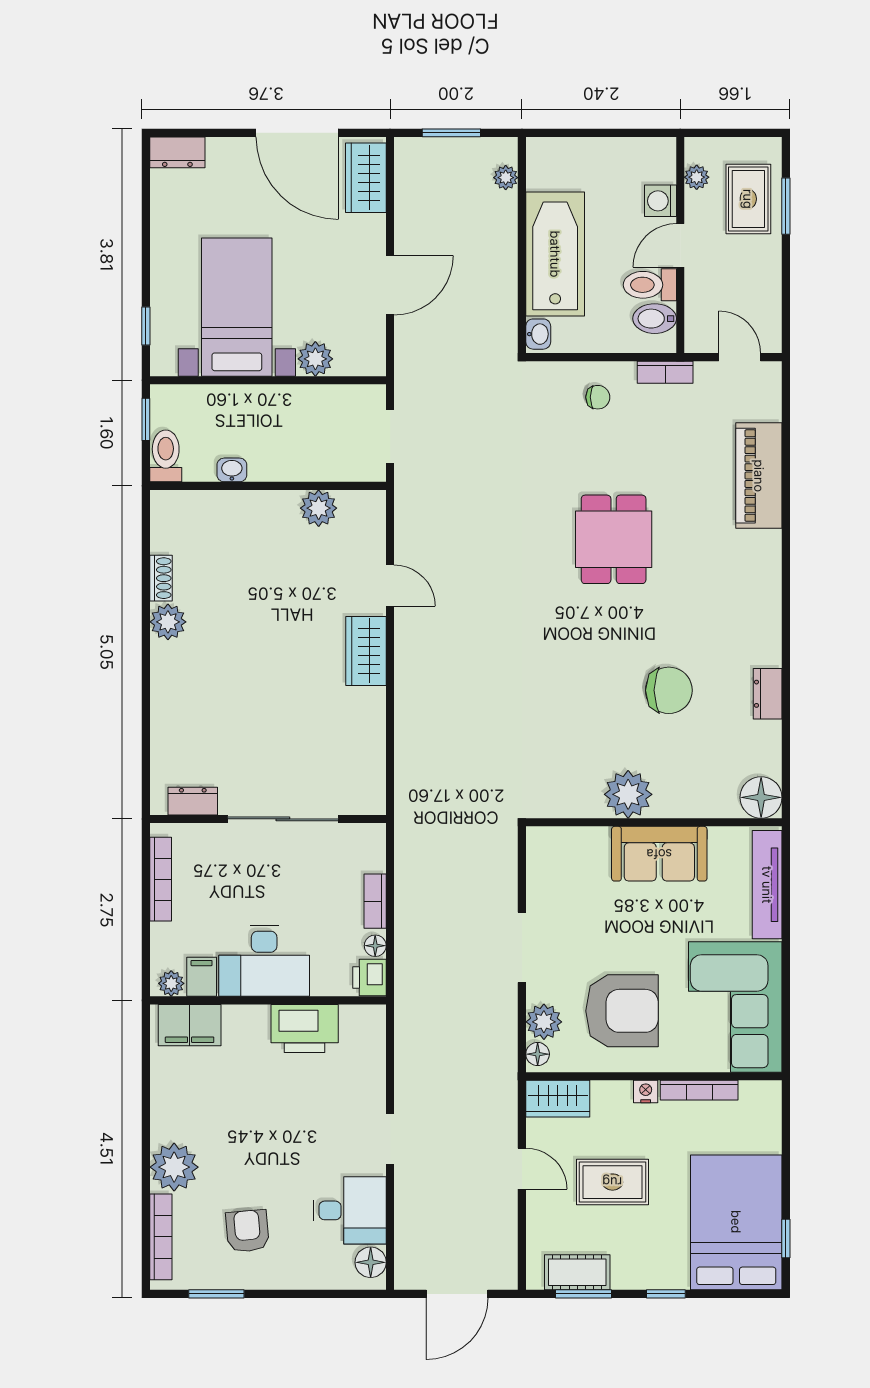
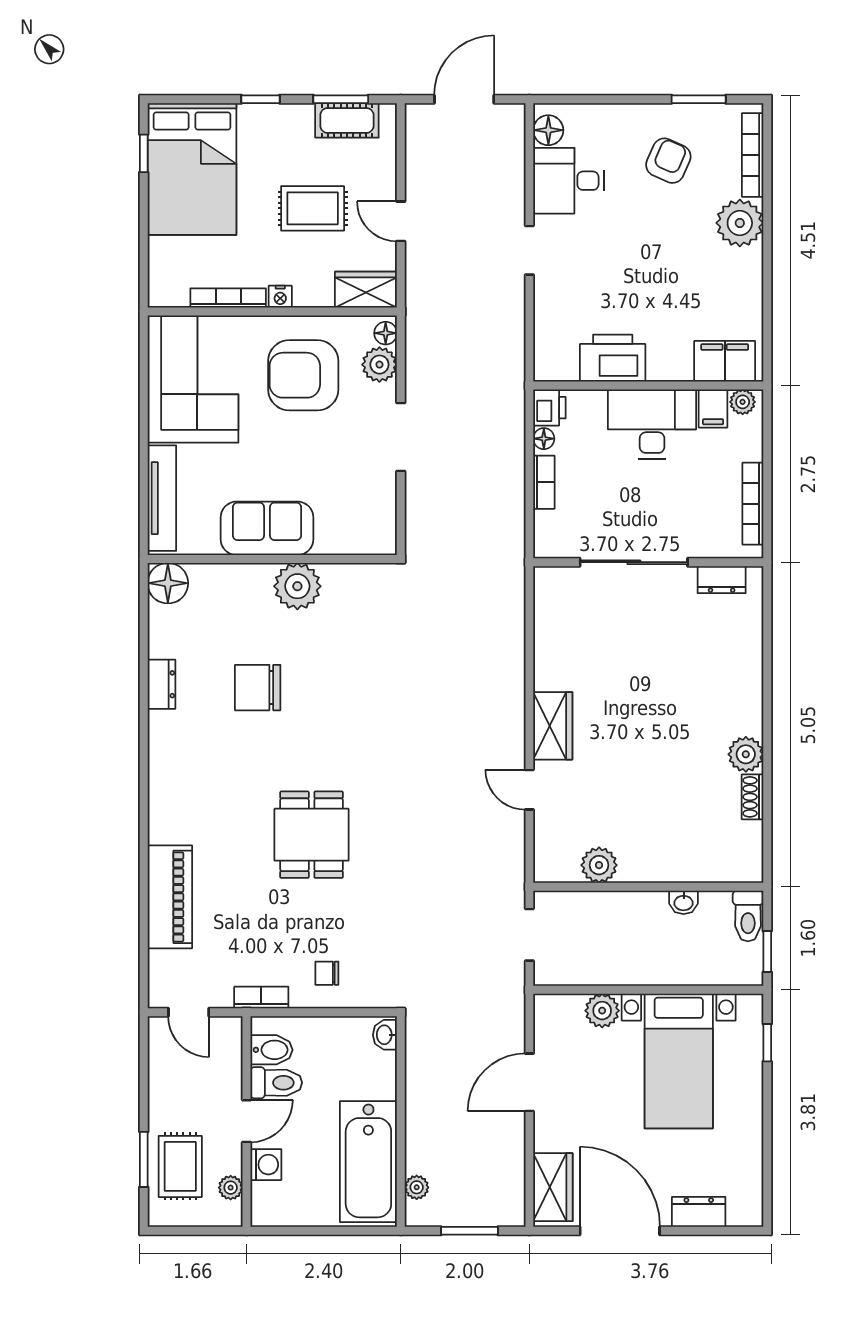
dresser: (177, 152) -> (699, 1212), moved
bathtub: (555, 254) -> (368, 1162), moved
armchair: (247, 1231) -> (668, 161), turned -151

